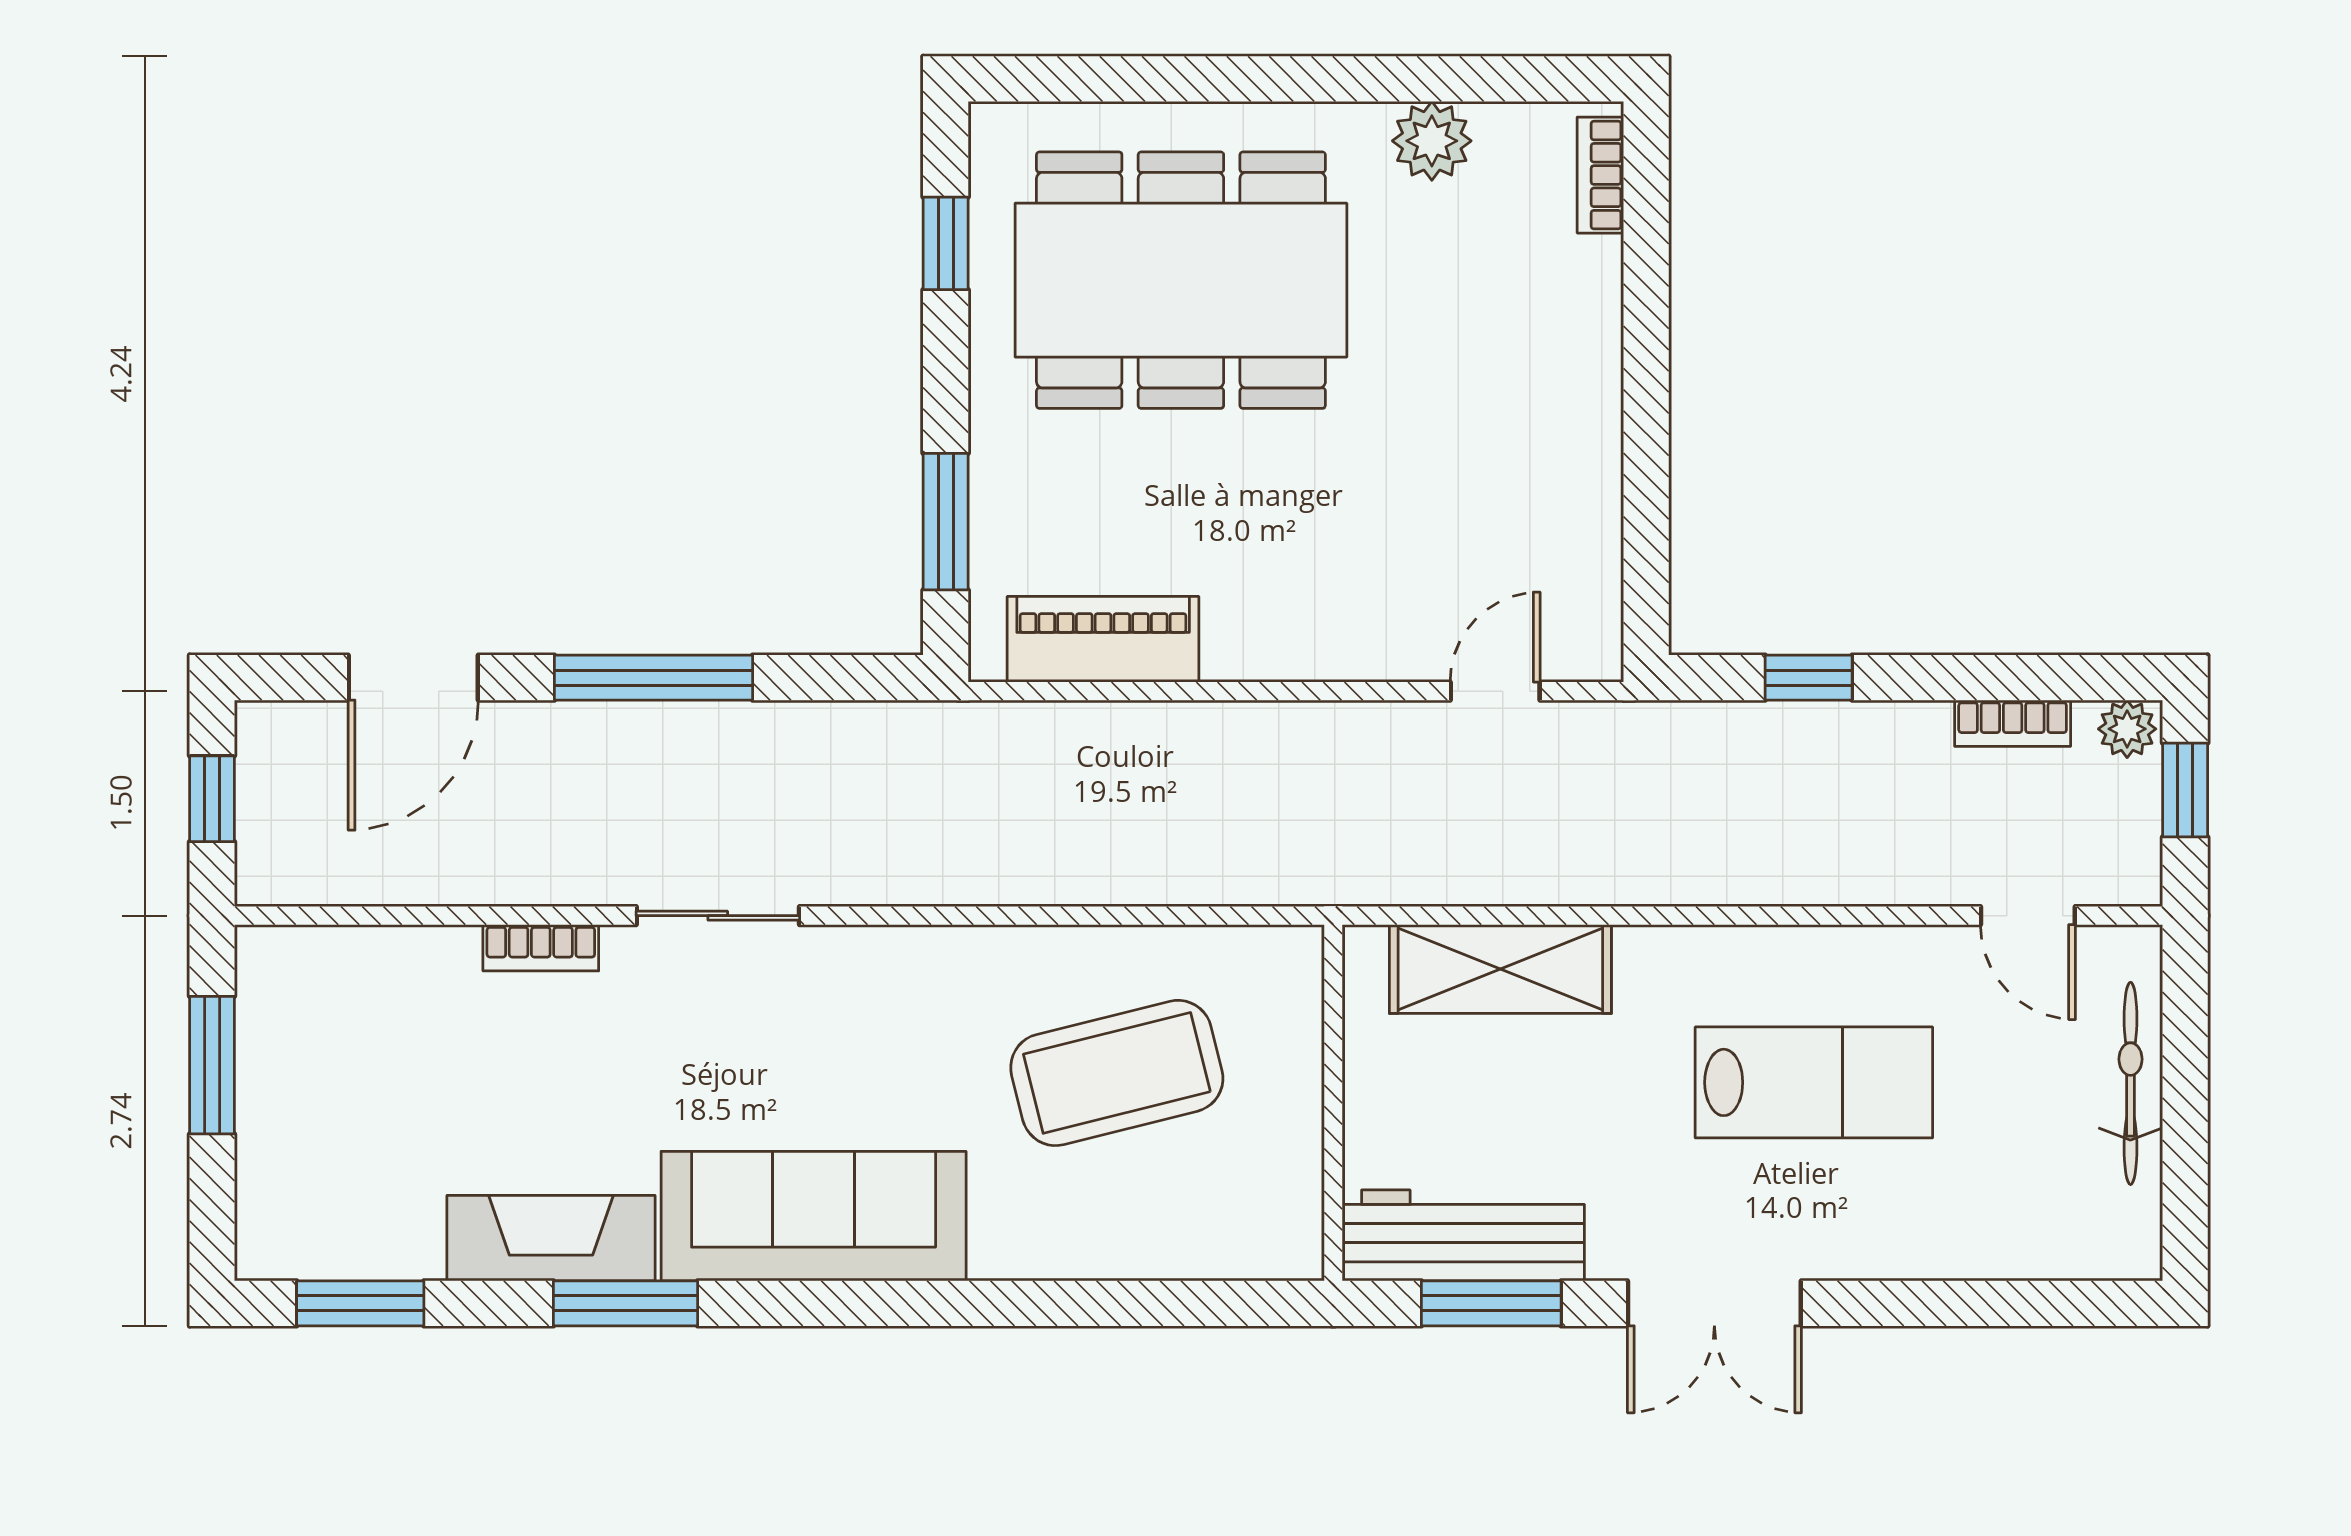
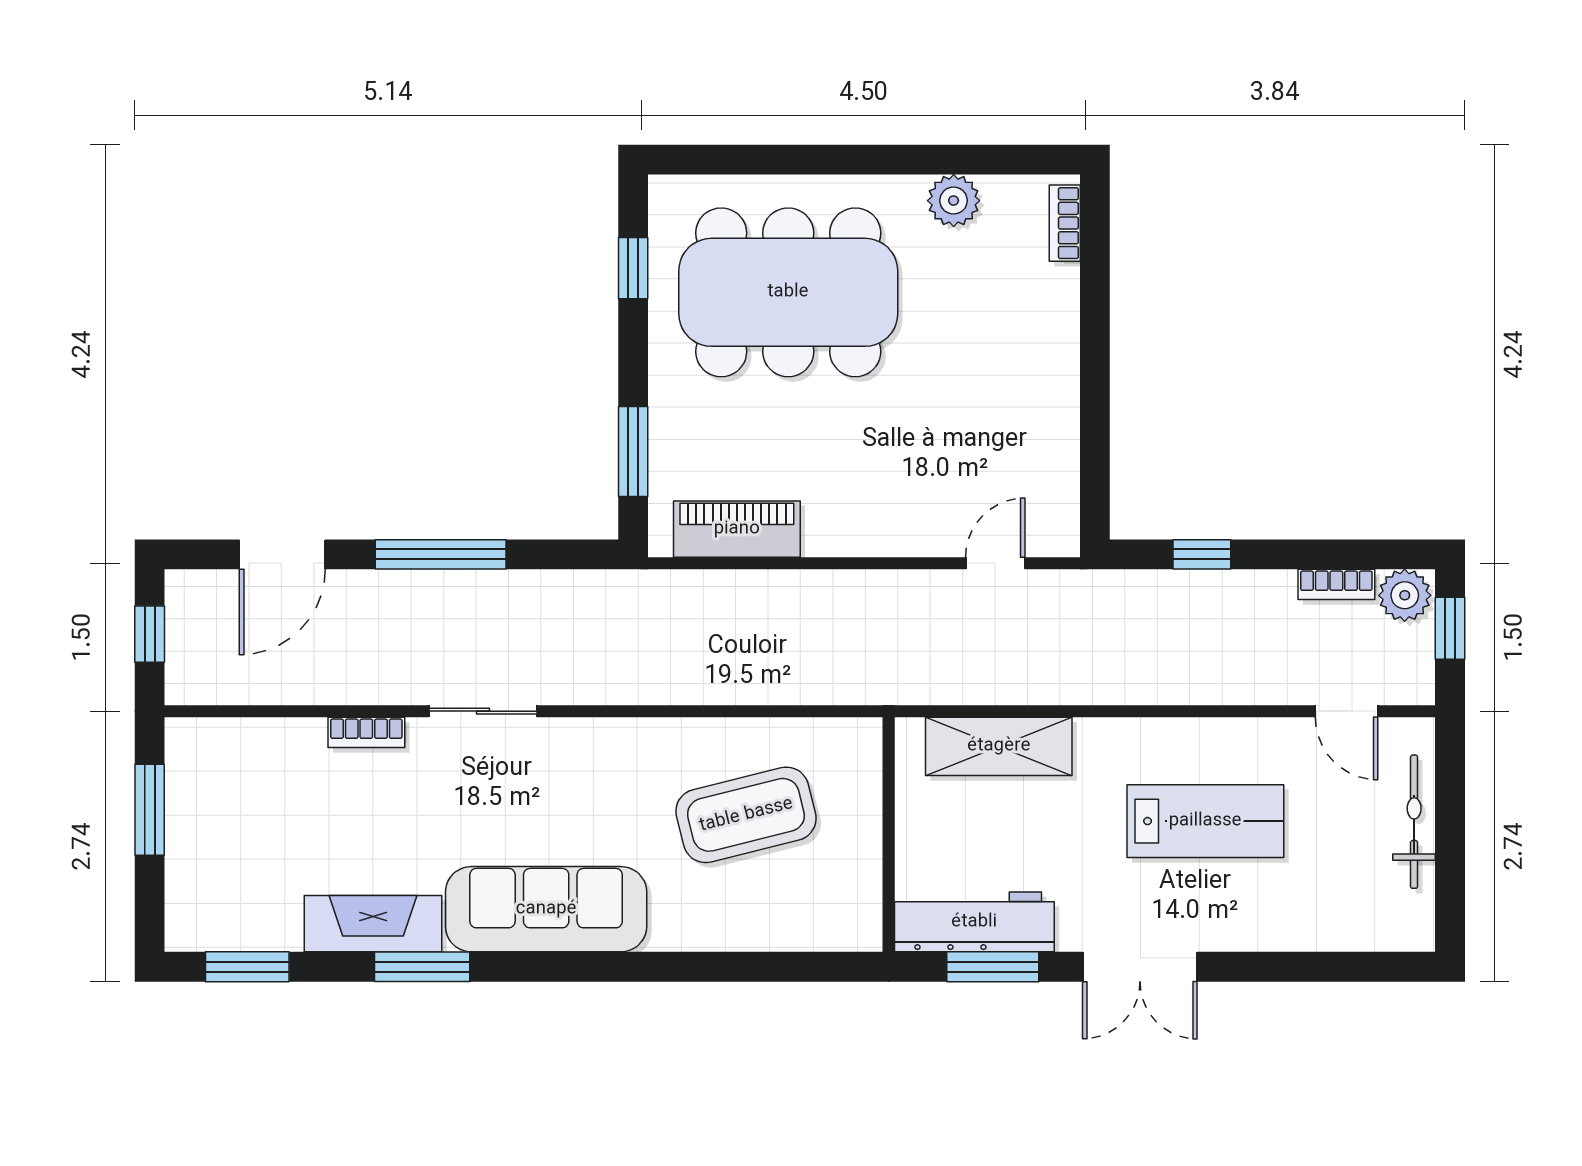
plant: (2127, 729) -> (1405, 595), width x1.38, depth x1.38

